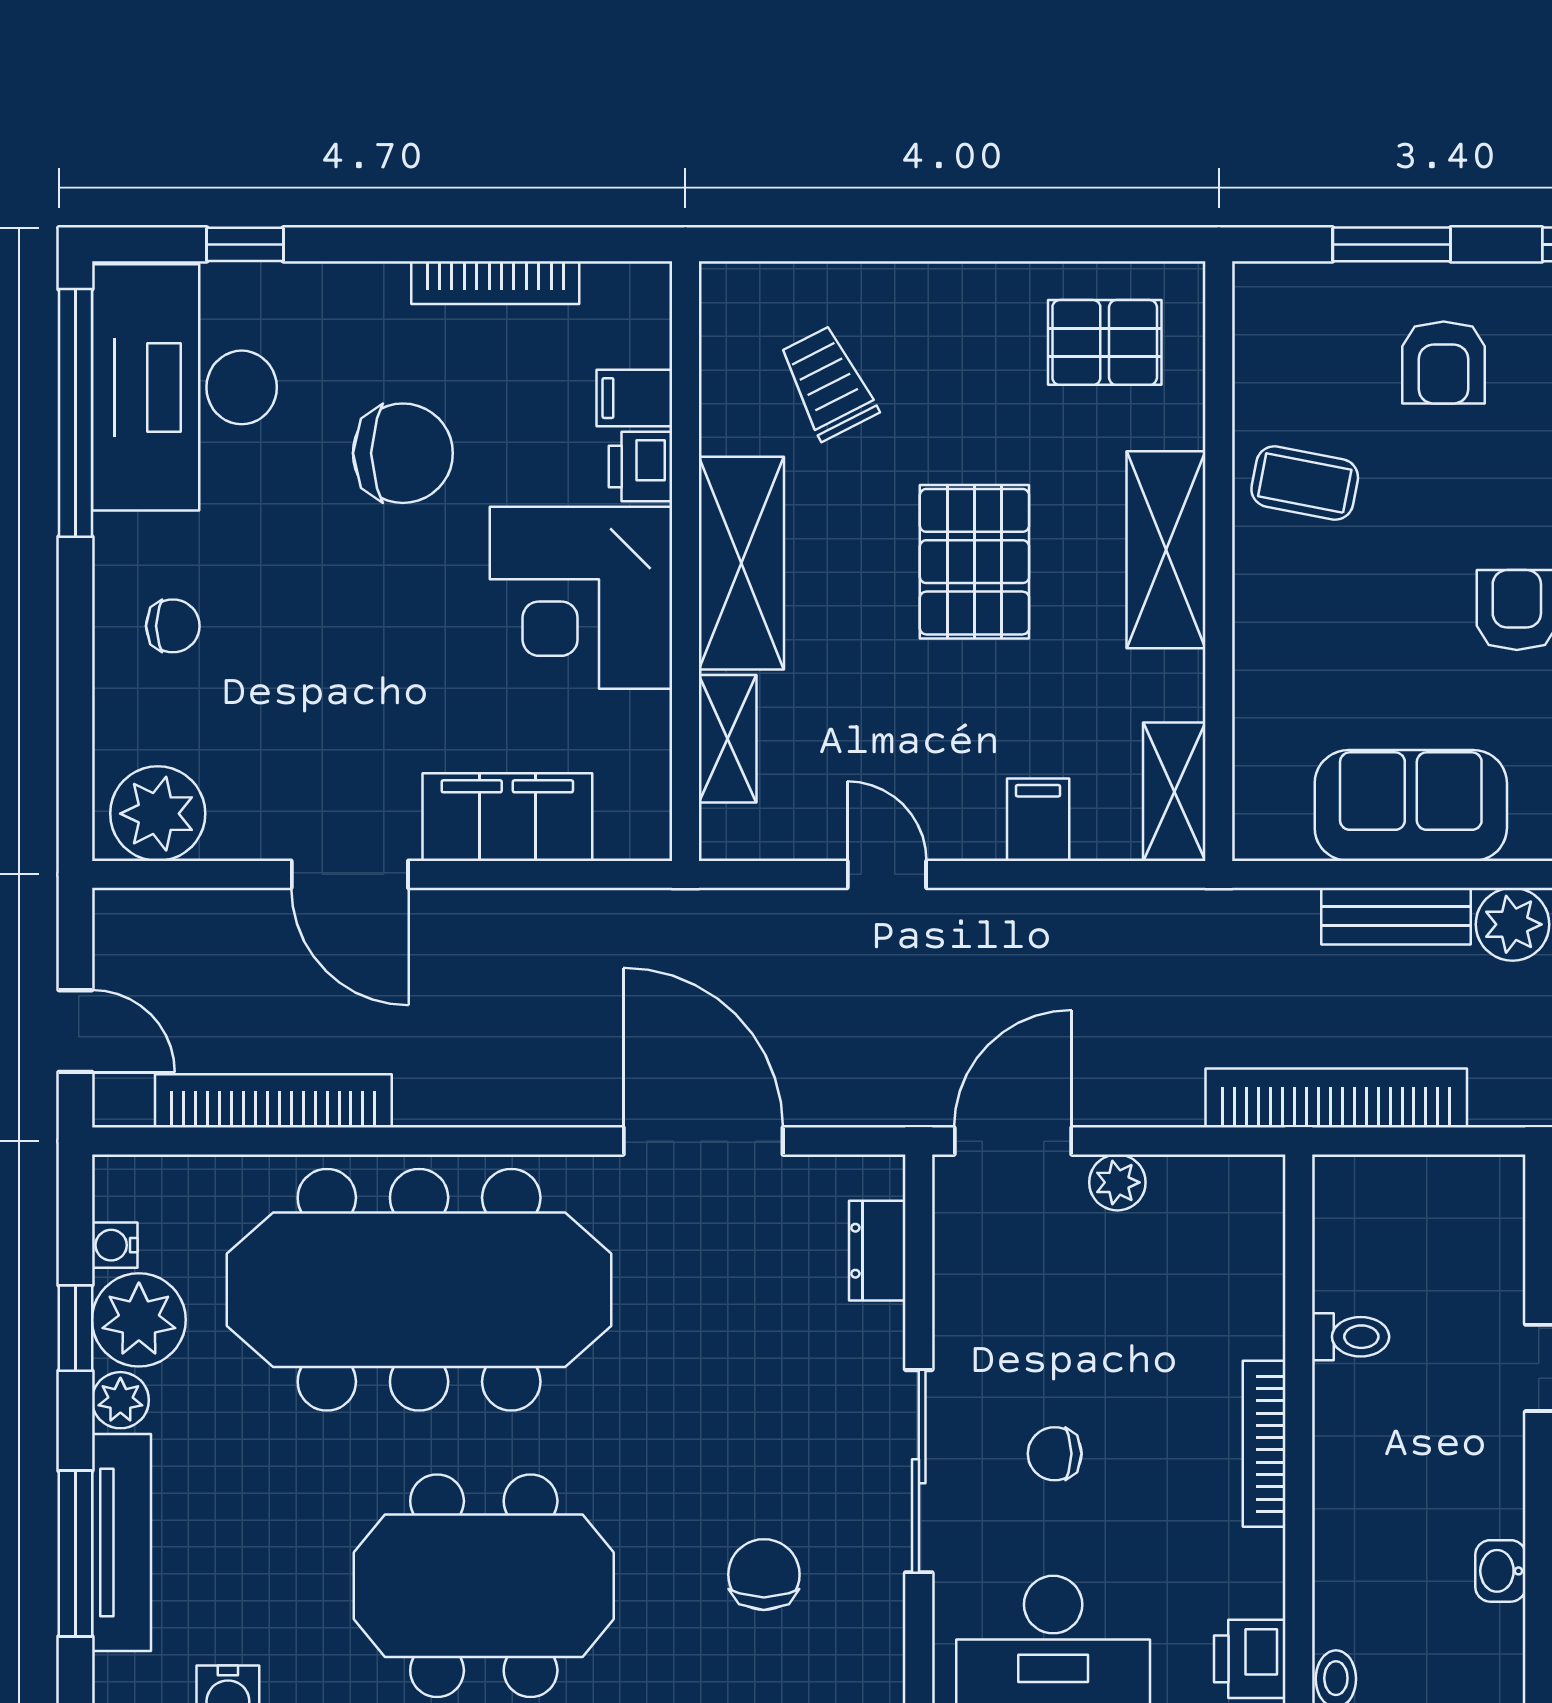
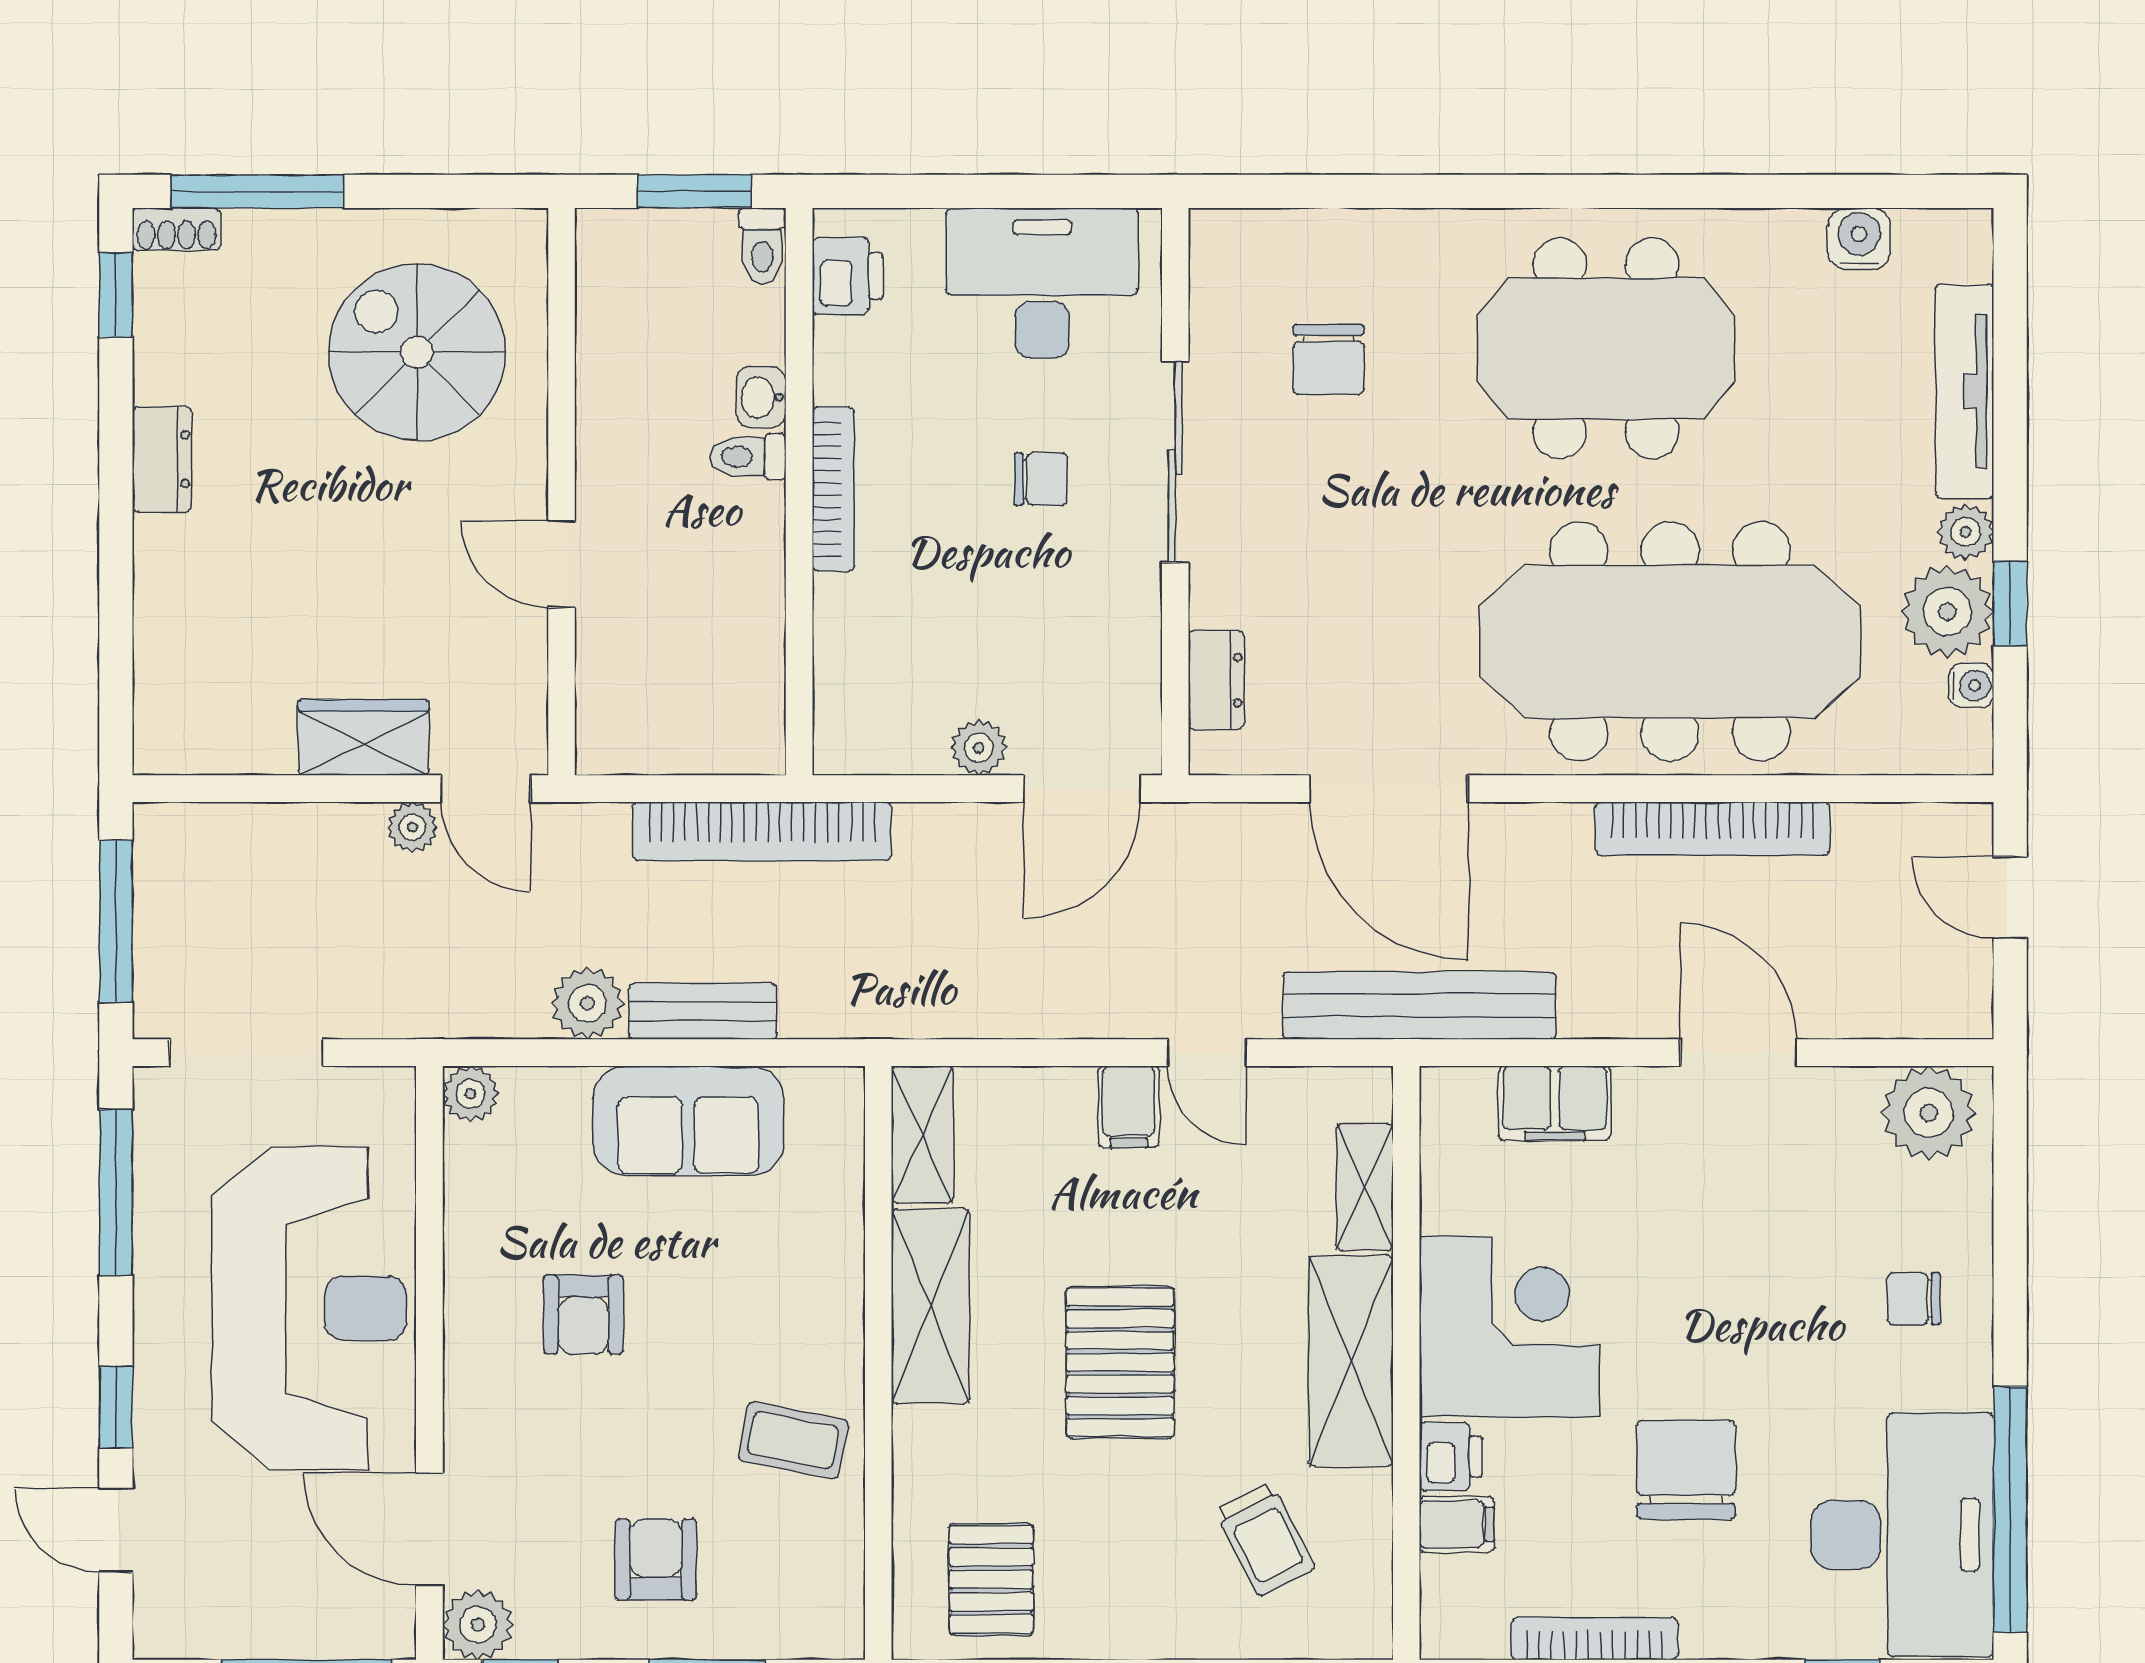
pallet: (1105, 342) -> (991, 1579), turned 90
chair: (403, 453) -> (1686, 1470), turned 90
shelving: (1166, 550) -> (930, 1306), moved
filing cabinet: (507, 817) -> (1555, 1103), width x0.67, depth x0.86
filing cabinet: (1038, 820) -> (1129, 1107), moved
bench: (672, 922) -> (1419, 1006), added
bookcase: (273, 1101) -> (1712, 828), moved
toilet: (1351, 1337) -> (748, 457), moved
window: (75, 1554) -> (2010, 380), removed
washbasin: (1500, 1571) -> (761, 397), moved, turned 180

